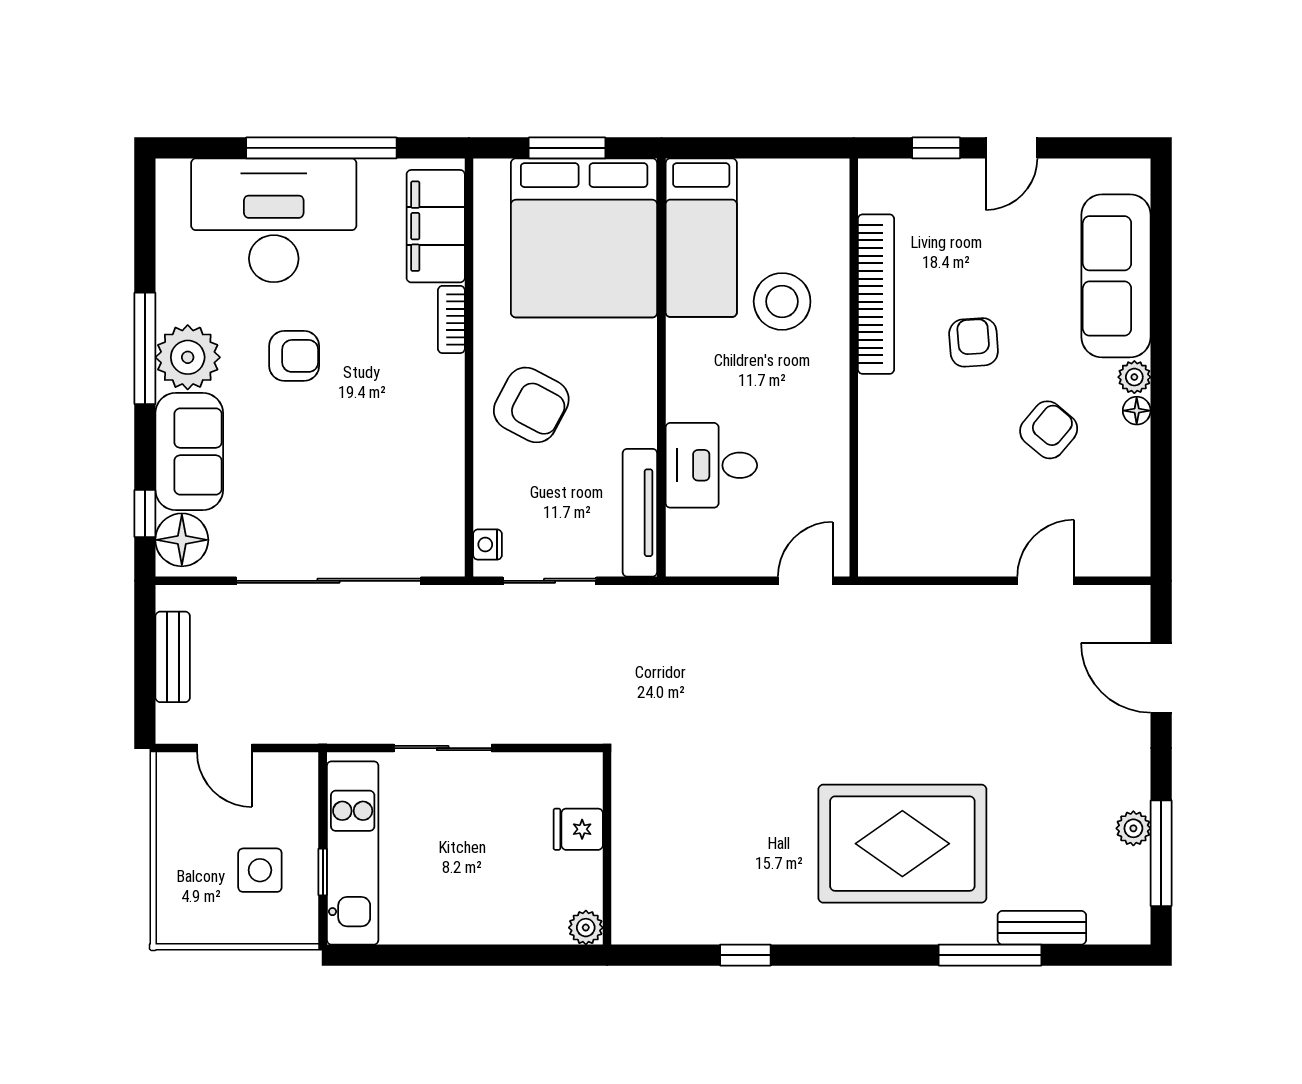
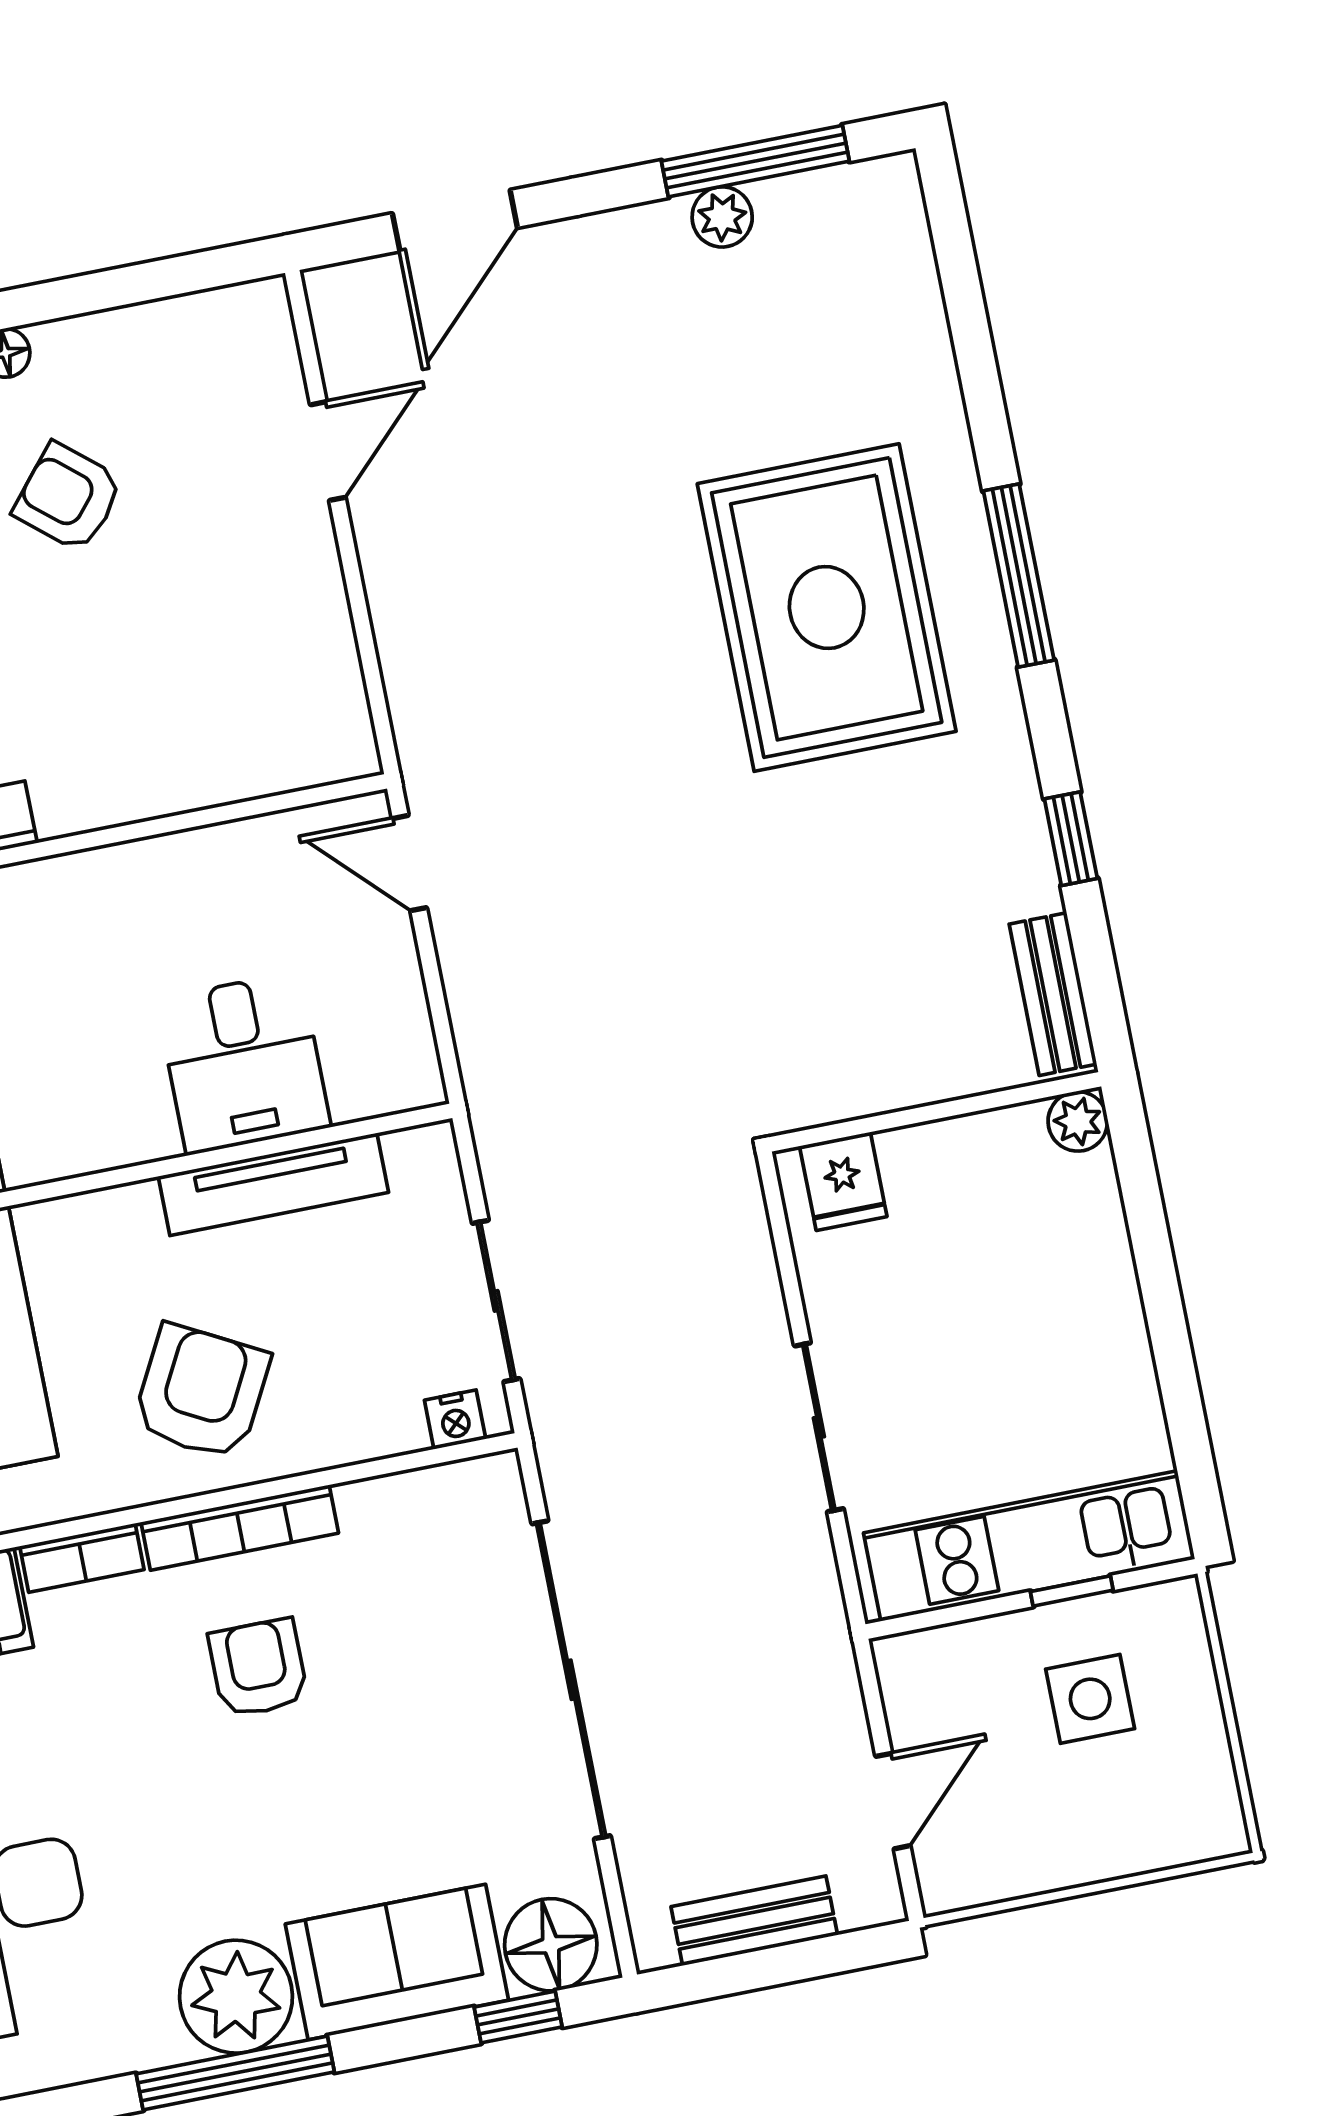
armchair: (294, 356) -> (258, 1668), moved
bookcase: (451, 411) -> (240, 1528), added
tv unit: (640, 513) -> (273, 1184), moved
door: (1046, 581) -> (328, 451), swing flipped
fridge: (578, 829) -> (843, 1181), moved
bench: (1042, 928) -> (1053, 994), moved
window: (990, 955) -> (1019, 576), moved

